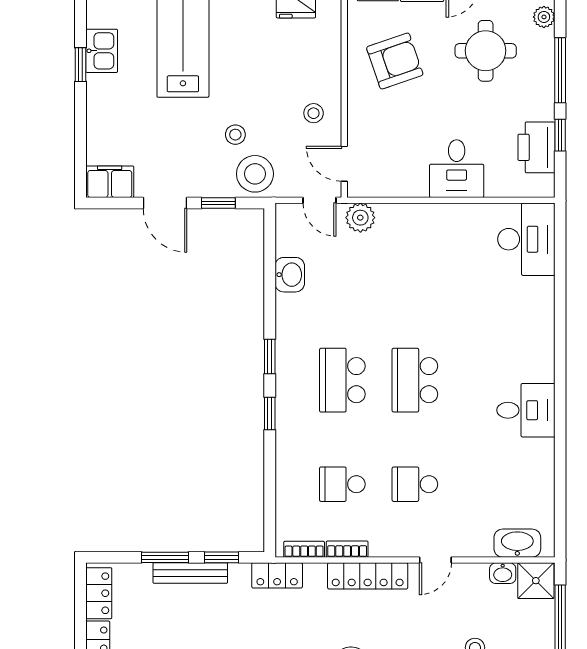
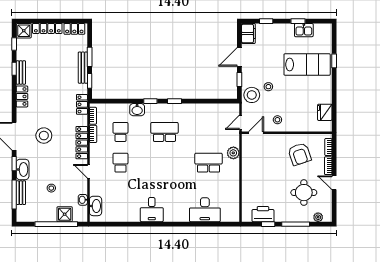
window: (81, 140) -> (266, 21), added
desk: (457, 169) -> (254, 180), removed
plant: (360, 218) -> (233, 153), moved
desk: (526, 239) -> (205, 210), moved
washbasin: (290, 275) -> (137, 110), moved
school desk: (415, 380) -> (209, 163), moved
shower: (536, 581) -> (65, 214), moved

